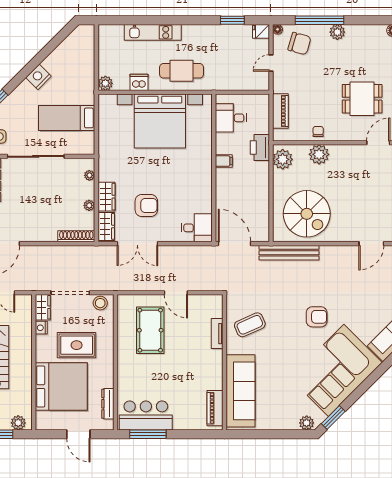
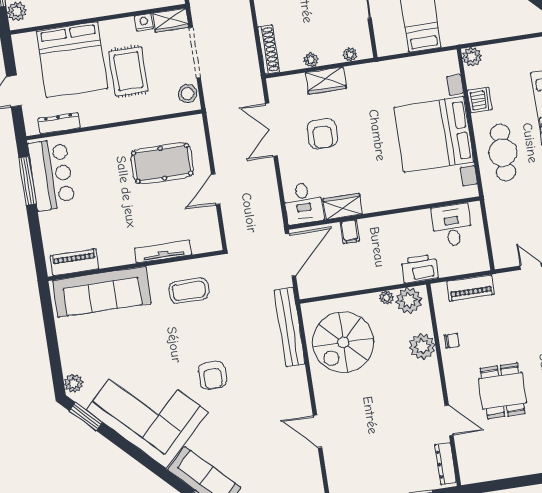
filing cabinet: (224, 161) -> (350, 232), moved
plant: (278, 176) -> (386, 298), added
wardrobe: (106, 226) -> (343, 206), moved, turned 180
coffee table: (250, 325) -> (189, 291), turned -66
tv unit: (217, 334) -> (163, 252), width x1.41

